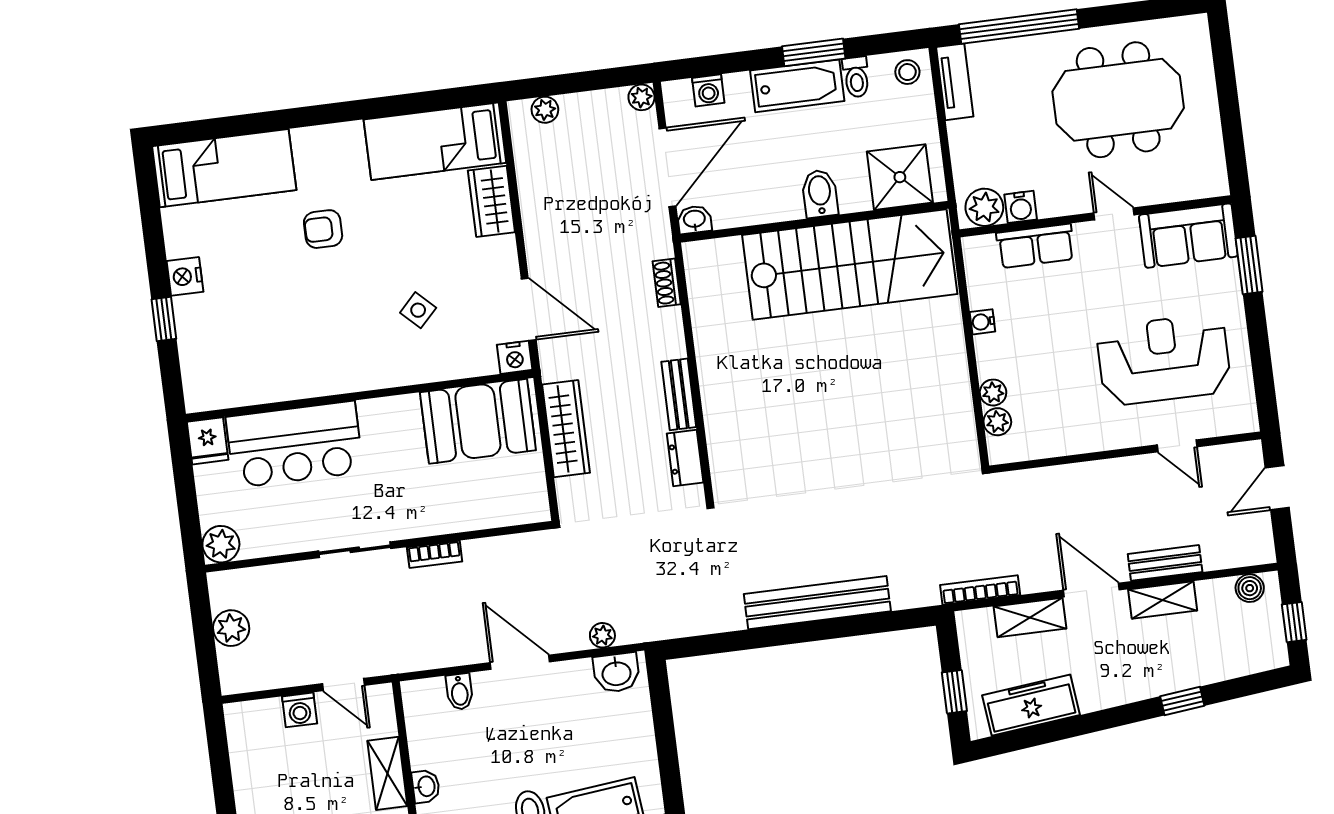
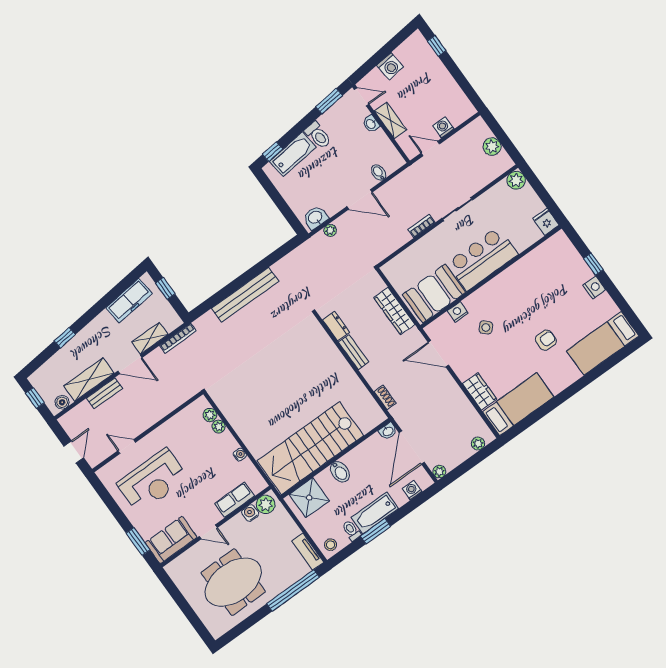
nightstand: (515, 357) -> (458, 312), moved
bar counter: (295, 444) -> (482, 259), moved
shelving: (1163, 600) -> (89, 380), width x1.50, depth x1.33

